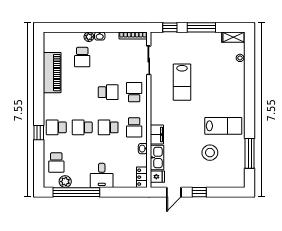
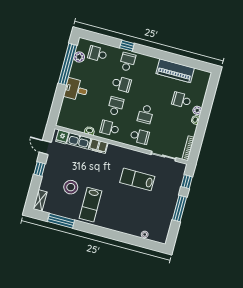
shelving: (233, 37) -> (40, 200), moved
school desk: (82, 127) -> (121, 84), turned 90
locker: (142, 177) -> (65, 123), removed

